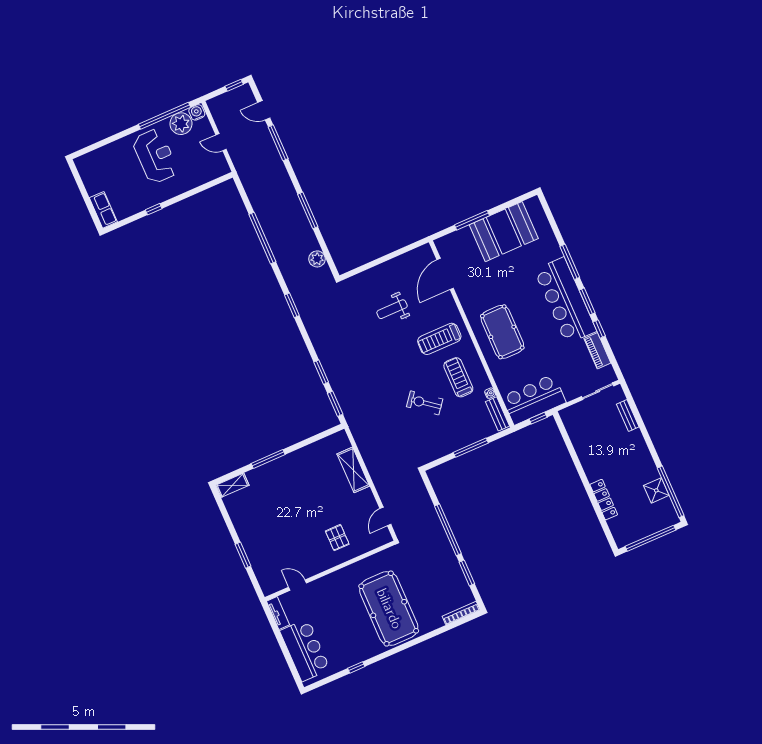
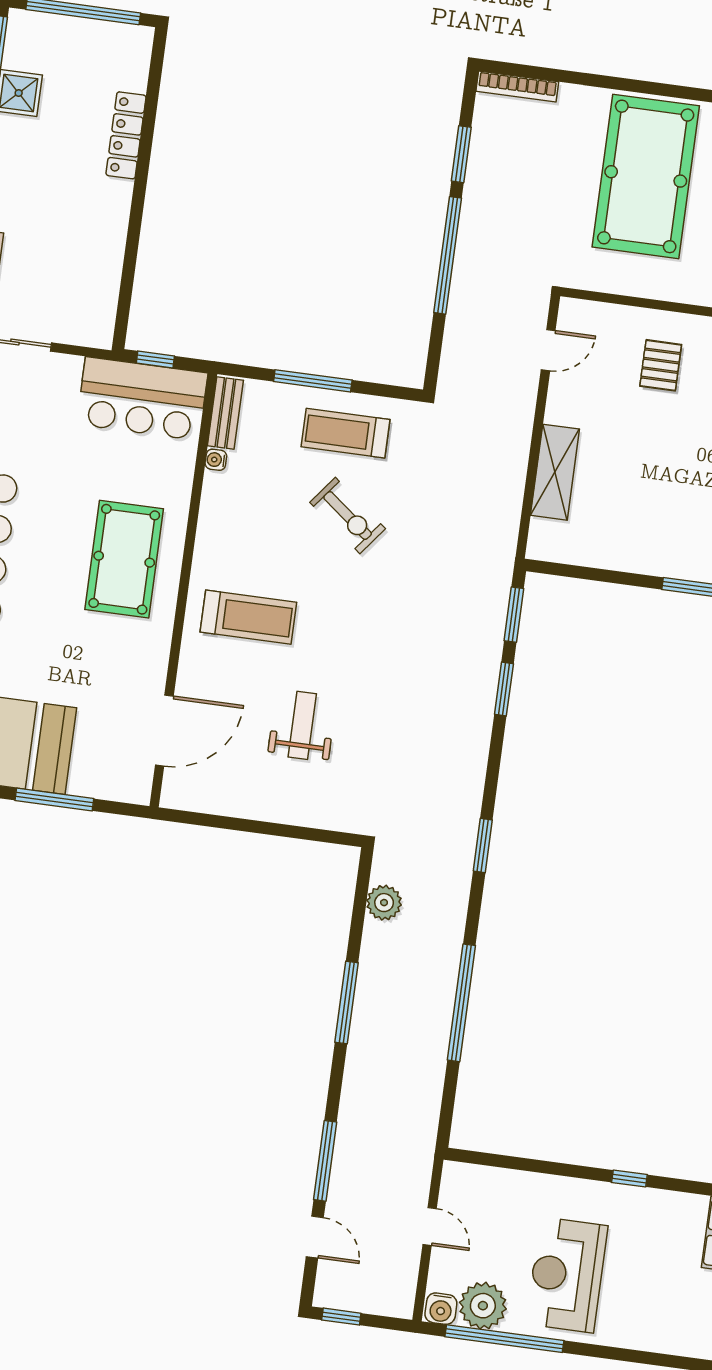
weight bench: (392, 309) -> (302, 725), turned -90
treadmill: (458, 377) -> (345, 433), moved, turned 90

